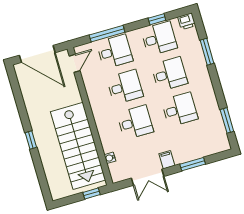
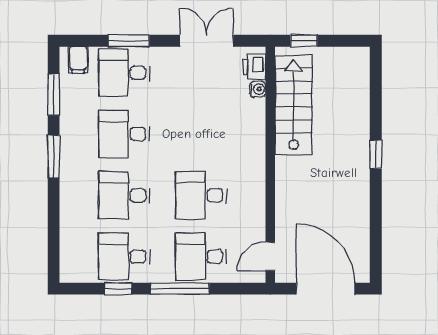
printer: (187, 21) -> (254, 67), moved, turned -90
window: (107, 34) -> (180, 289), moved
window: (207, 52) -> (54, 156), moved
desk: (135, 122) -> (124, 73), moved
stairs: (78, 146) -> (294, 105), width x0.73, depth x0.66
filing cabinet: (167, 160) -> (78, 60), moved

